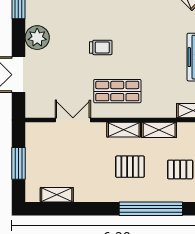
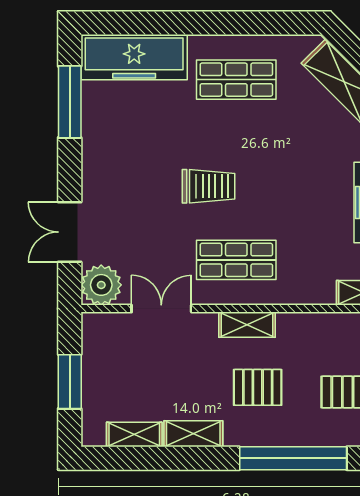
plant: (37, 38) -> (101, 285), moved
trolley: (101, 47) -> (208, 186), width x1.36, depth x1.39
shelving: (159, 130) -> (193, 434), moved

